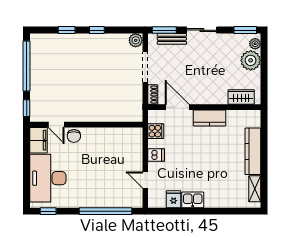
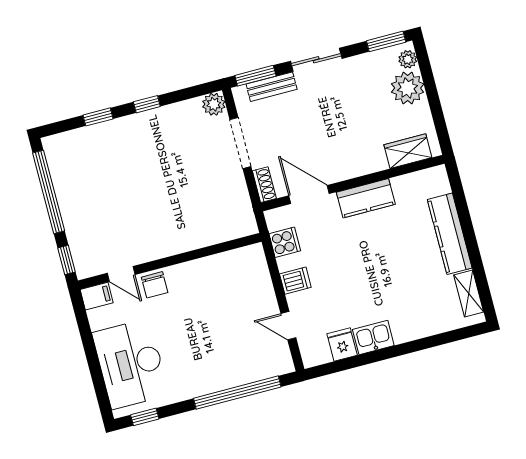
filing cabinet: (38, 140) -> (97, 296), width x0.50

